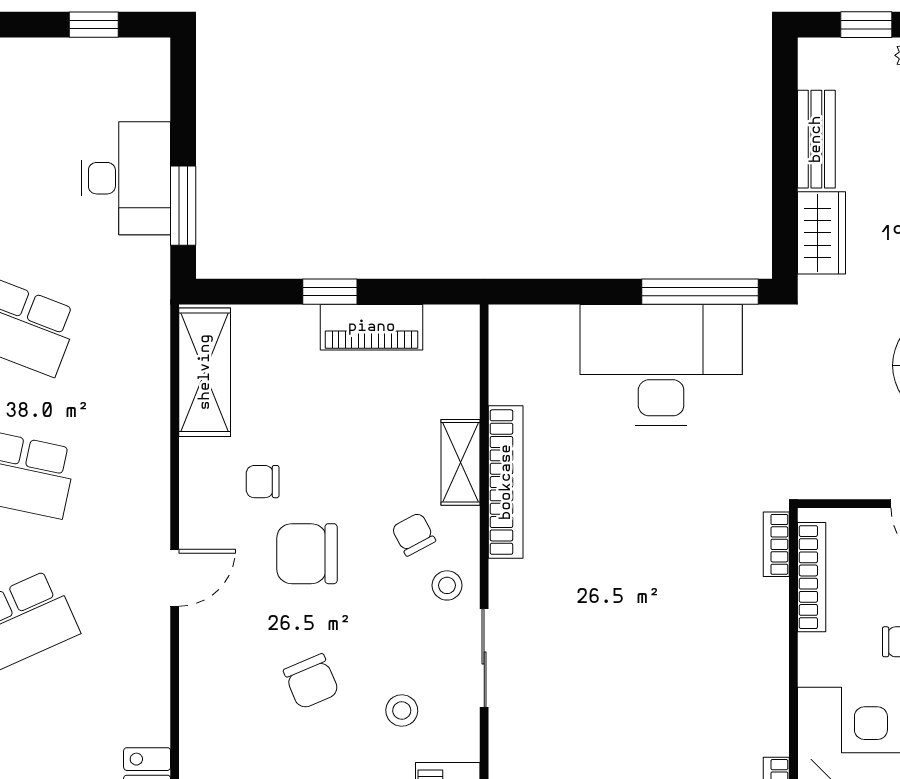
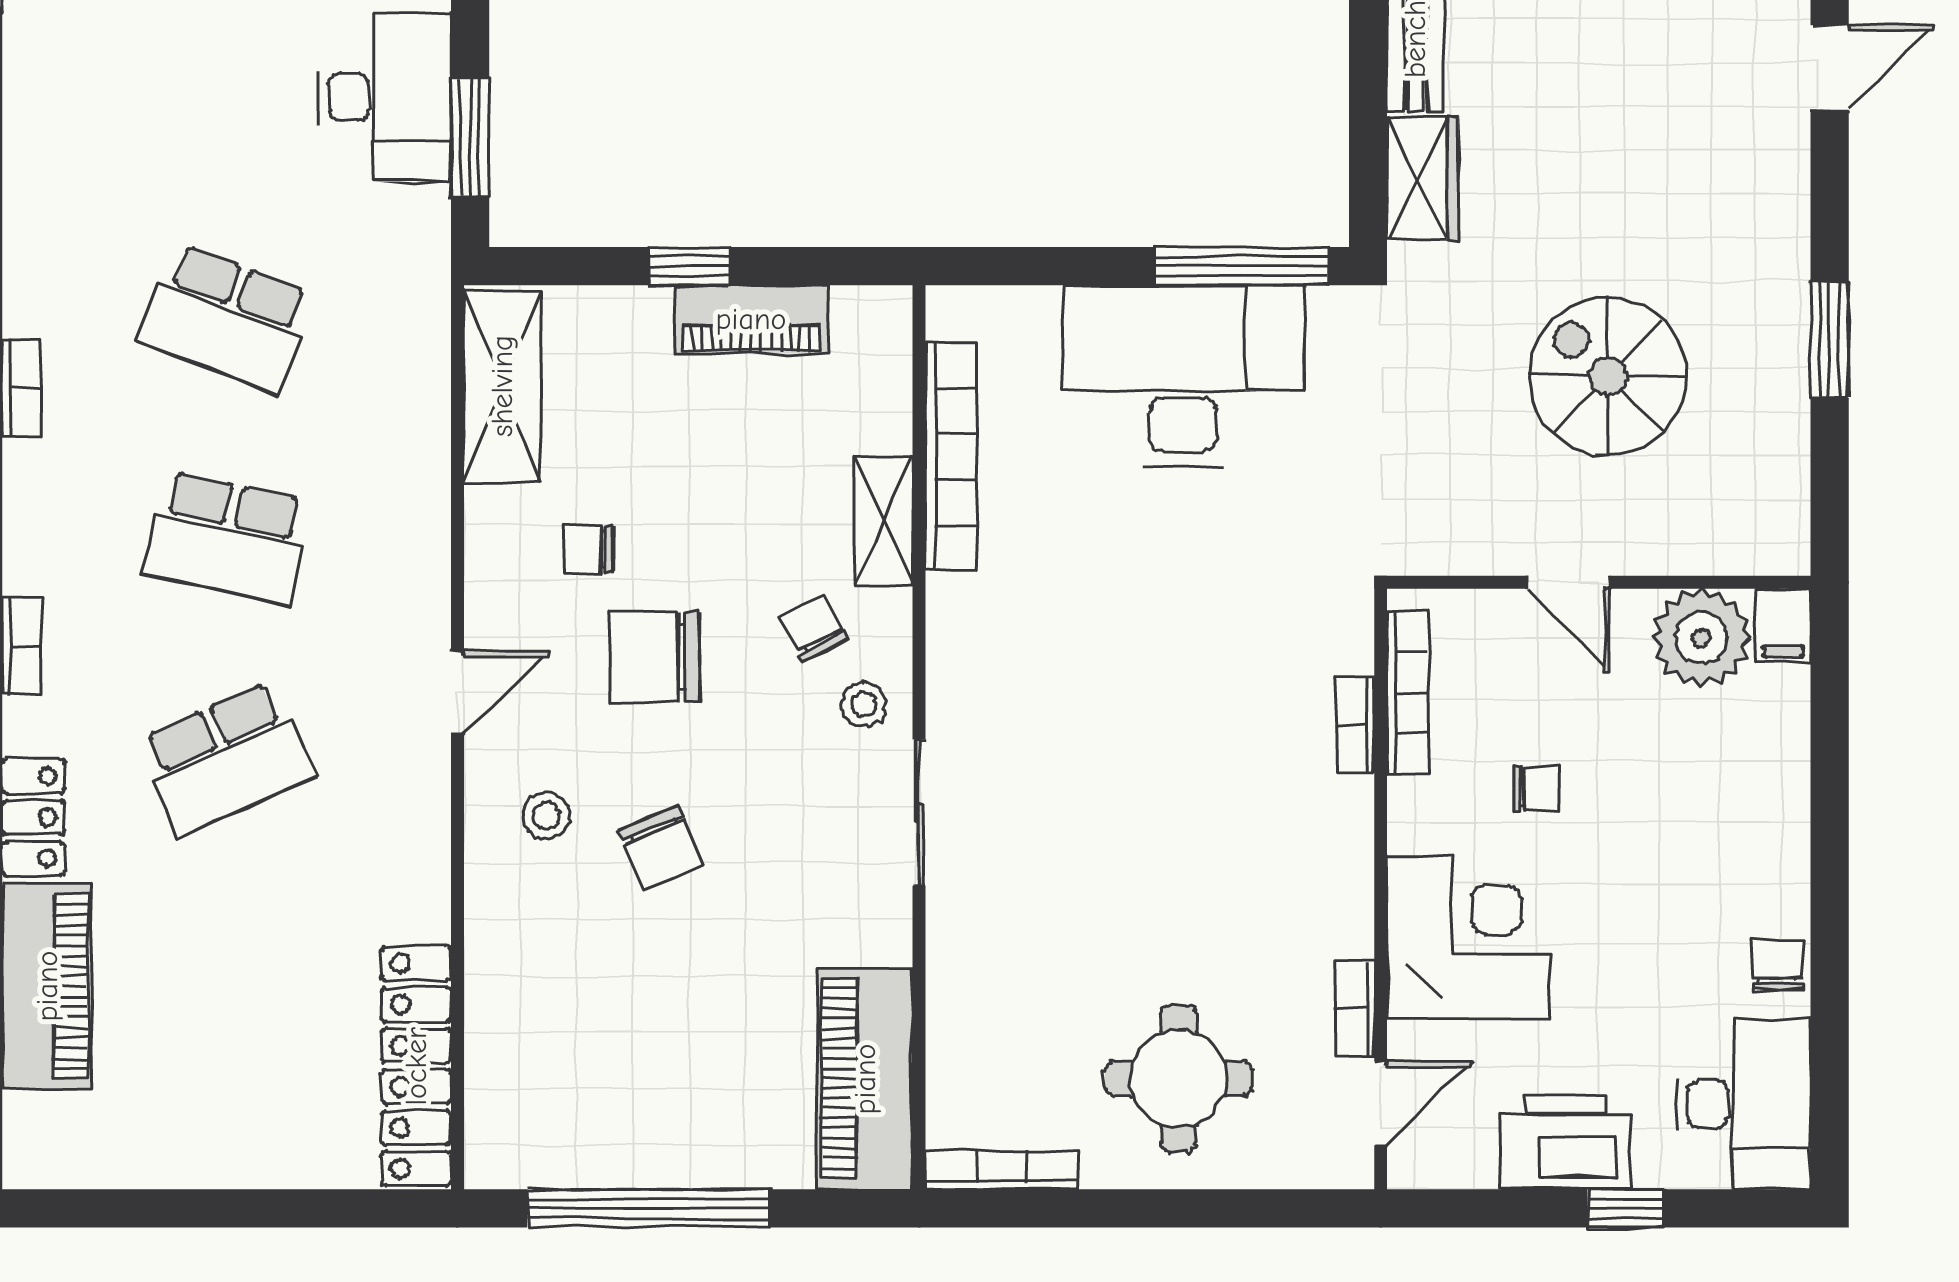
bookcase: (506, 482) -> (951, 456), moved
bookcase: (776, 544) -> (1355, 725), moved
stool: (402, 710) -> (546, 816), moved

